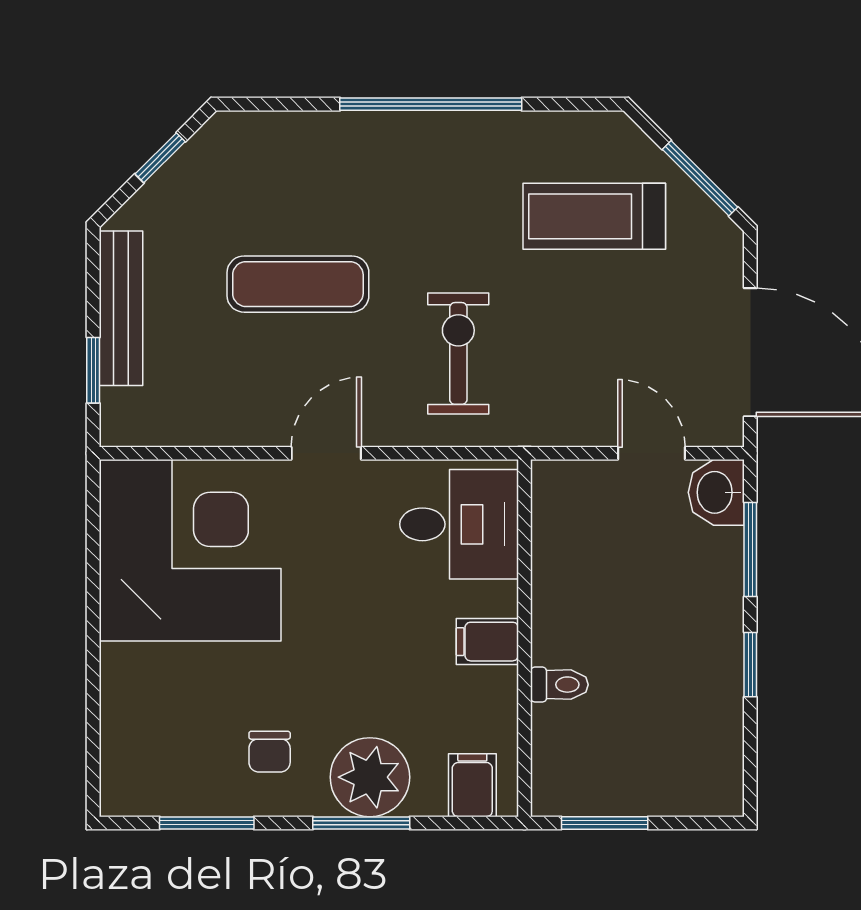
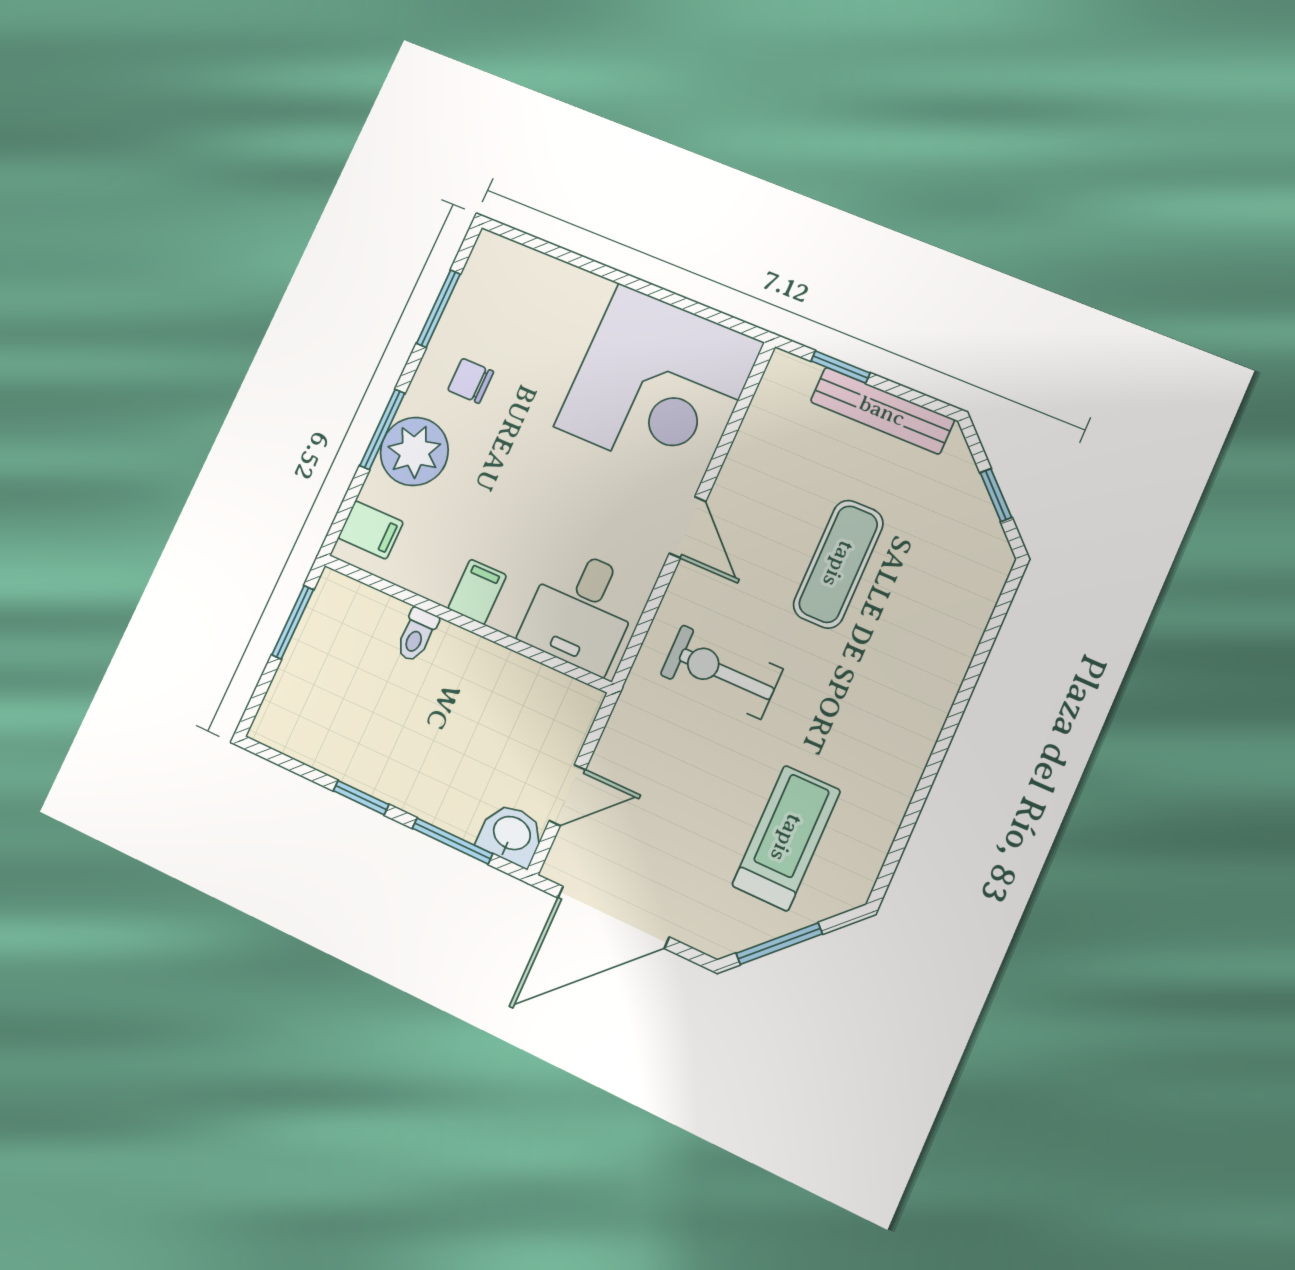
window: (431, 104) -> (943, 742), removed
exercise bike: (458, 353) -> (721, 672), turned 180

